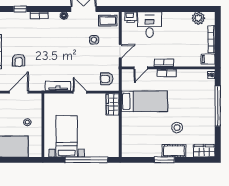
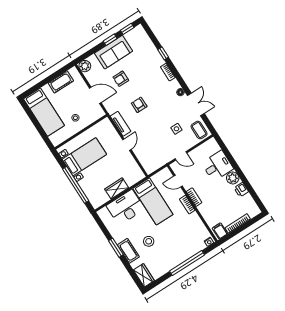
printer: (131, 17) -> (241, 190), moved
plant: (198, 18) -> (233, 178), moved
armchair: (107, 79) -> (139, 105), moved
wardrobe: (113, 104) -> (117, 188), moved
desk: (134, 129) -> (126, 207), added

